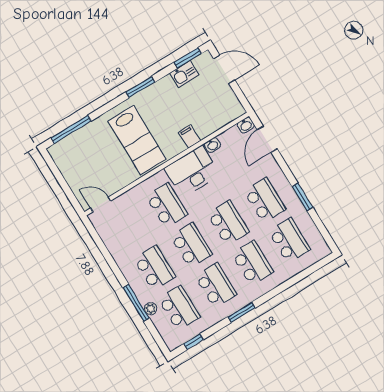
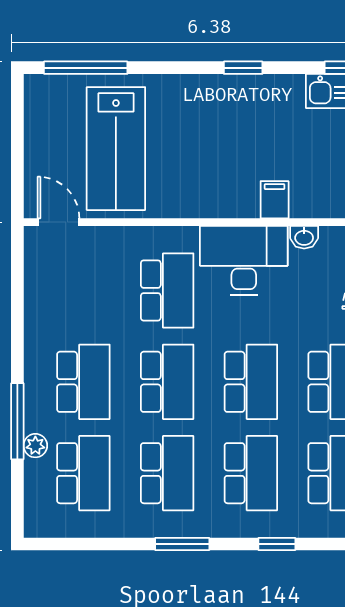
window: (140, 87) -> (243, 68), width x0.67
lab bench: (137, 140) -> (116, 149), moved
window: (194, 342) -> (277, 544), moved

